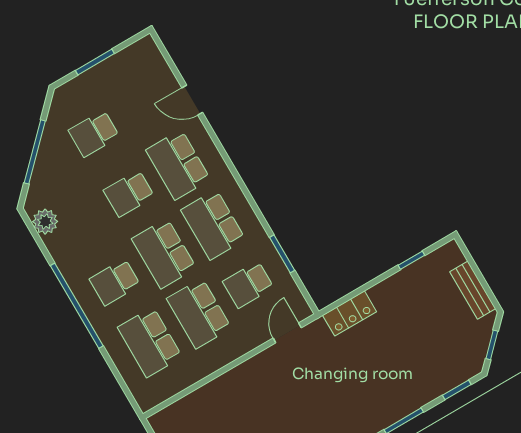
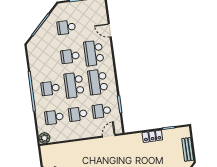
plant: (45, 222) -> (44, 138), moved
school desk: (199, 313) -> (78, 114), width x0.54
locker: (350, 313) -> (152, 136), moved
school desk: (150, 342) -> (54, 117), width x0.54

